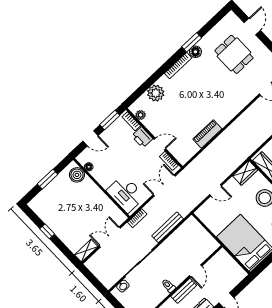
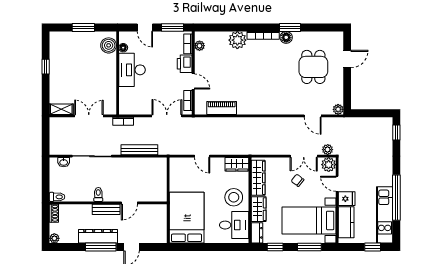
plant: (156, 93) -> (237, 40), moved
piano: (207, 134) -> (222, 108), moved
desk: (126, 194) -> (132, 70), moved

